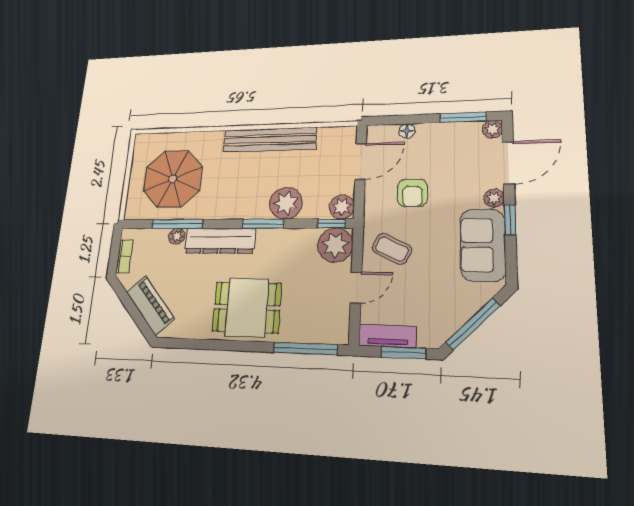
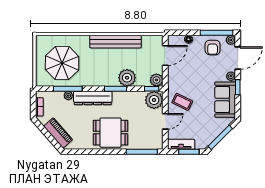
window: (463, 117) -> (217, 33), width x1.44
armchair: (412, 193) -> (213, 47), moved

